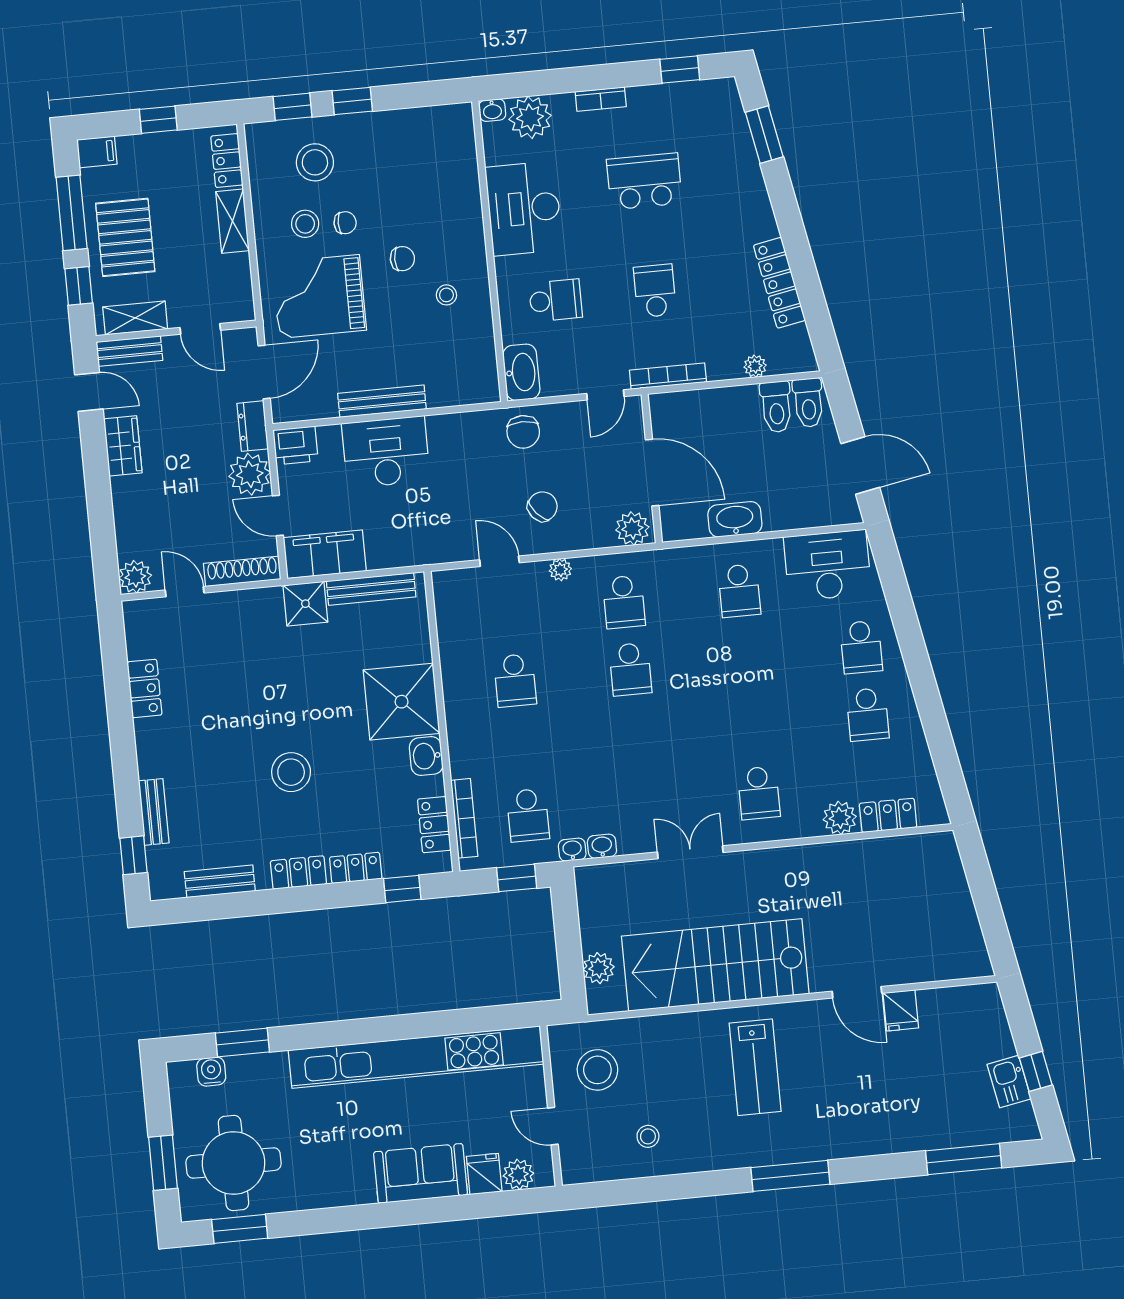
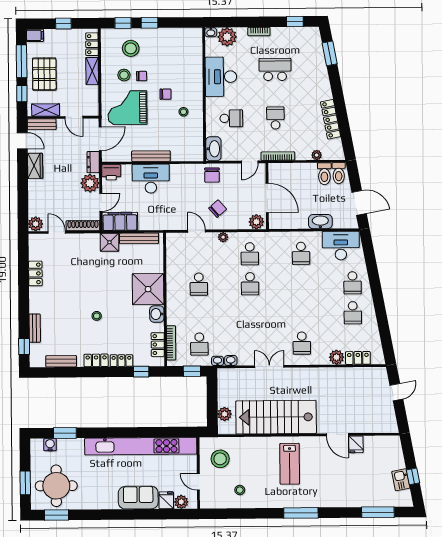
door: (278, 516) -> (101, 202), swing flipped
washbasin: (735, 519) -> (320, 222), moved
stool: (291, 772) -> (97, 316), width x0.53, depth x0.53
door: (982, 885) -> (396, 392), added

